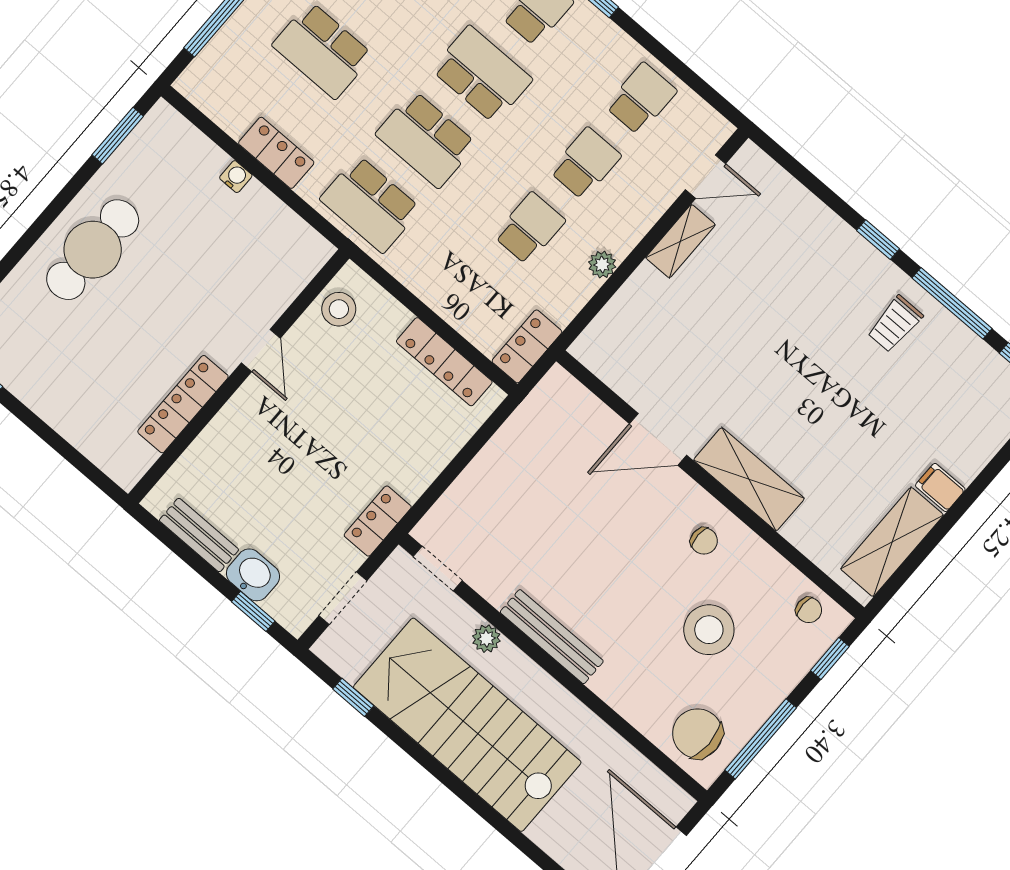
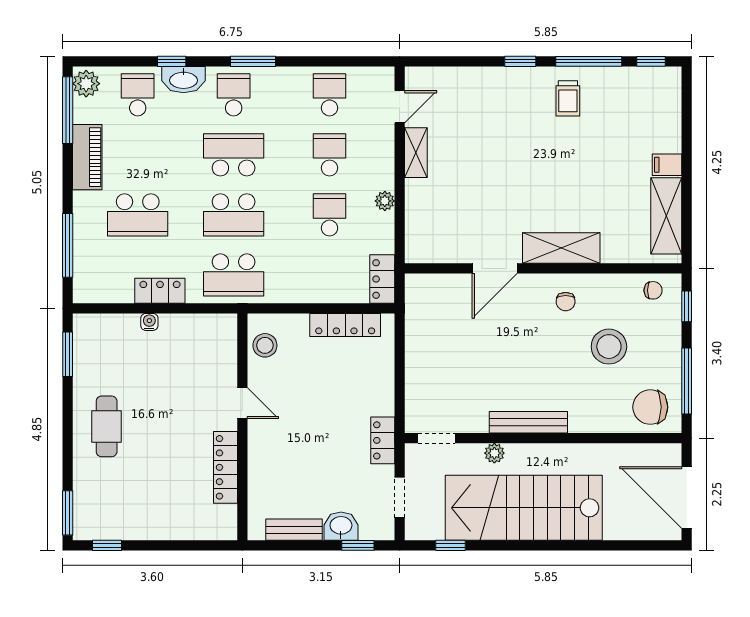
cafe table: (93, 250) -> (107, 426), width x0.73, depth x0.74
chair: (704, 541) -> (566, 302), turned 90

